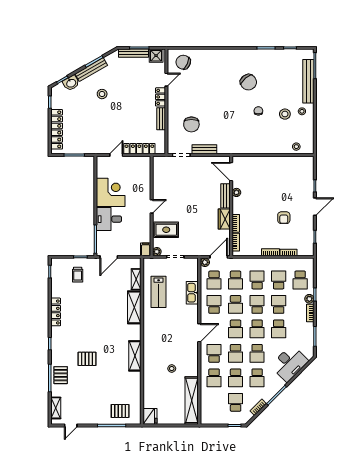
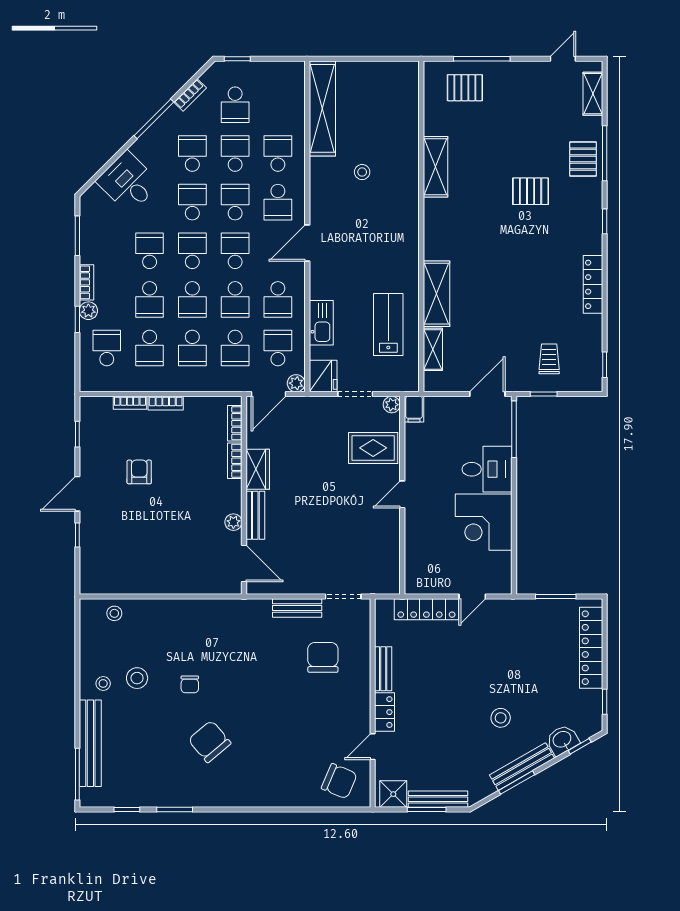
school desk: (236, 280) -> (235, 348), turned 180
school desk: (236, 304) -> (235, 299), turned 180
shelving: (135, 356) -> (435, 167), moved
desk: (289, 363) -> (128, 182), width x0.73
fridge: (150, 416) -> (323, 376), moved, turned 180

